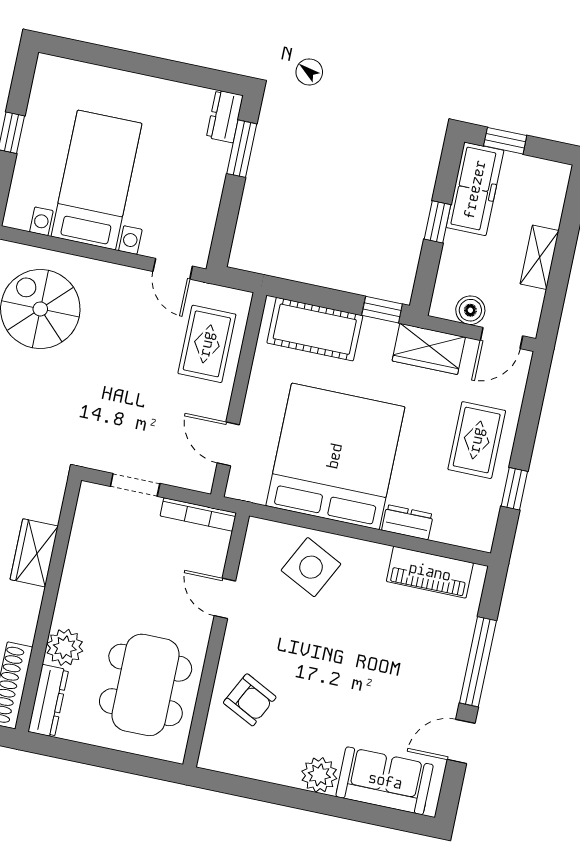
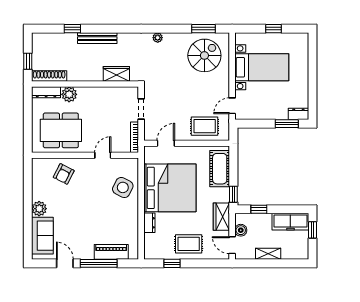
window: (437, 222) -> (259, 209), moved
wardrobe: (34, 553) -> (116, 74), moved
piano: (430, 572) -> (111, 252), moved, turned 90

